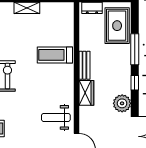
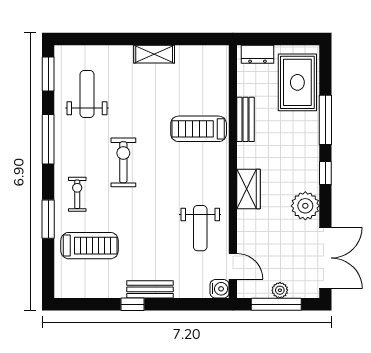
bench: (84, 65) -> (245, 119), moved
weight bench: (56, 117) -> (200, 228), turned -90

